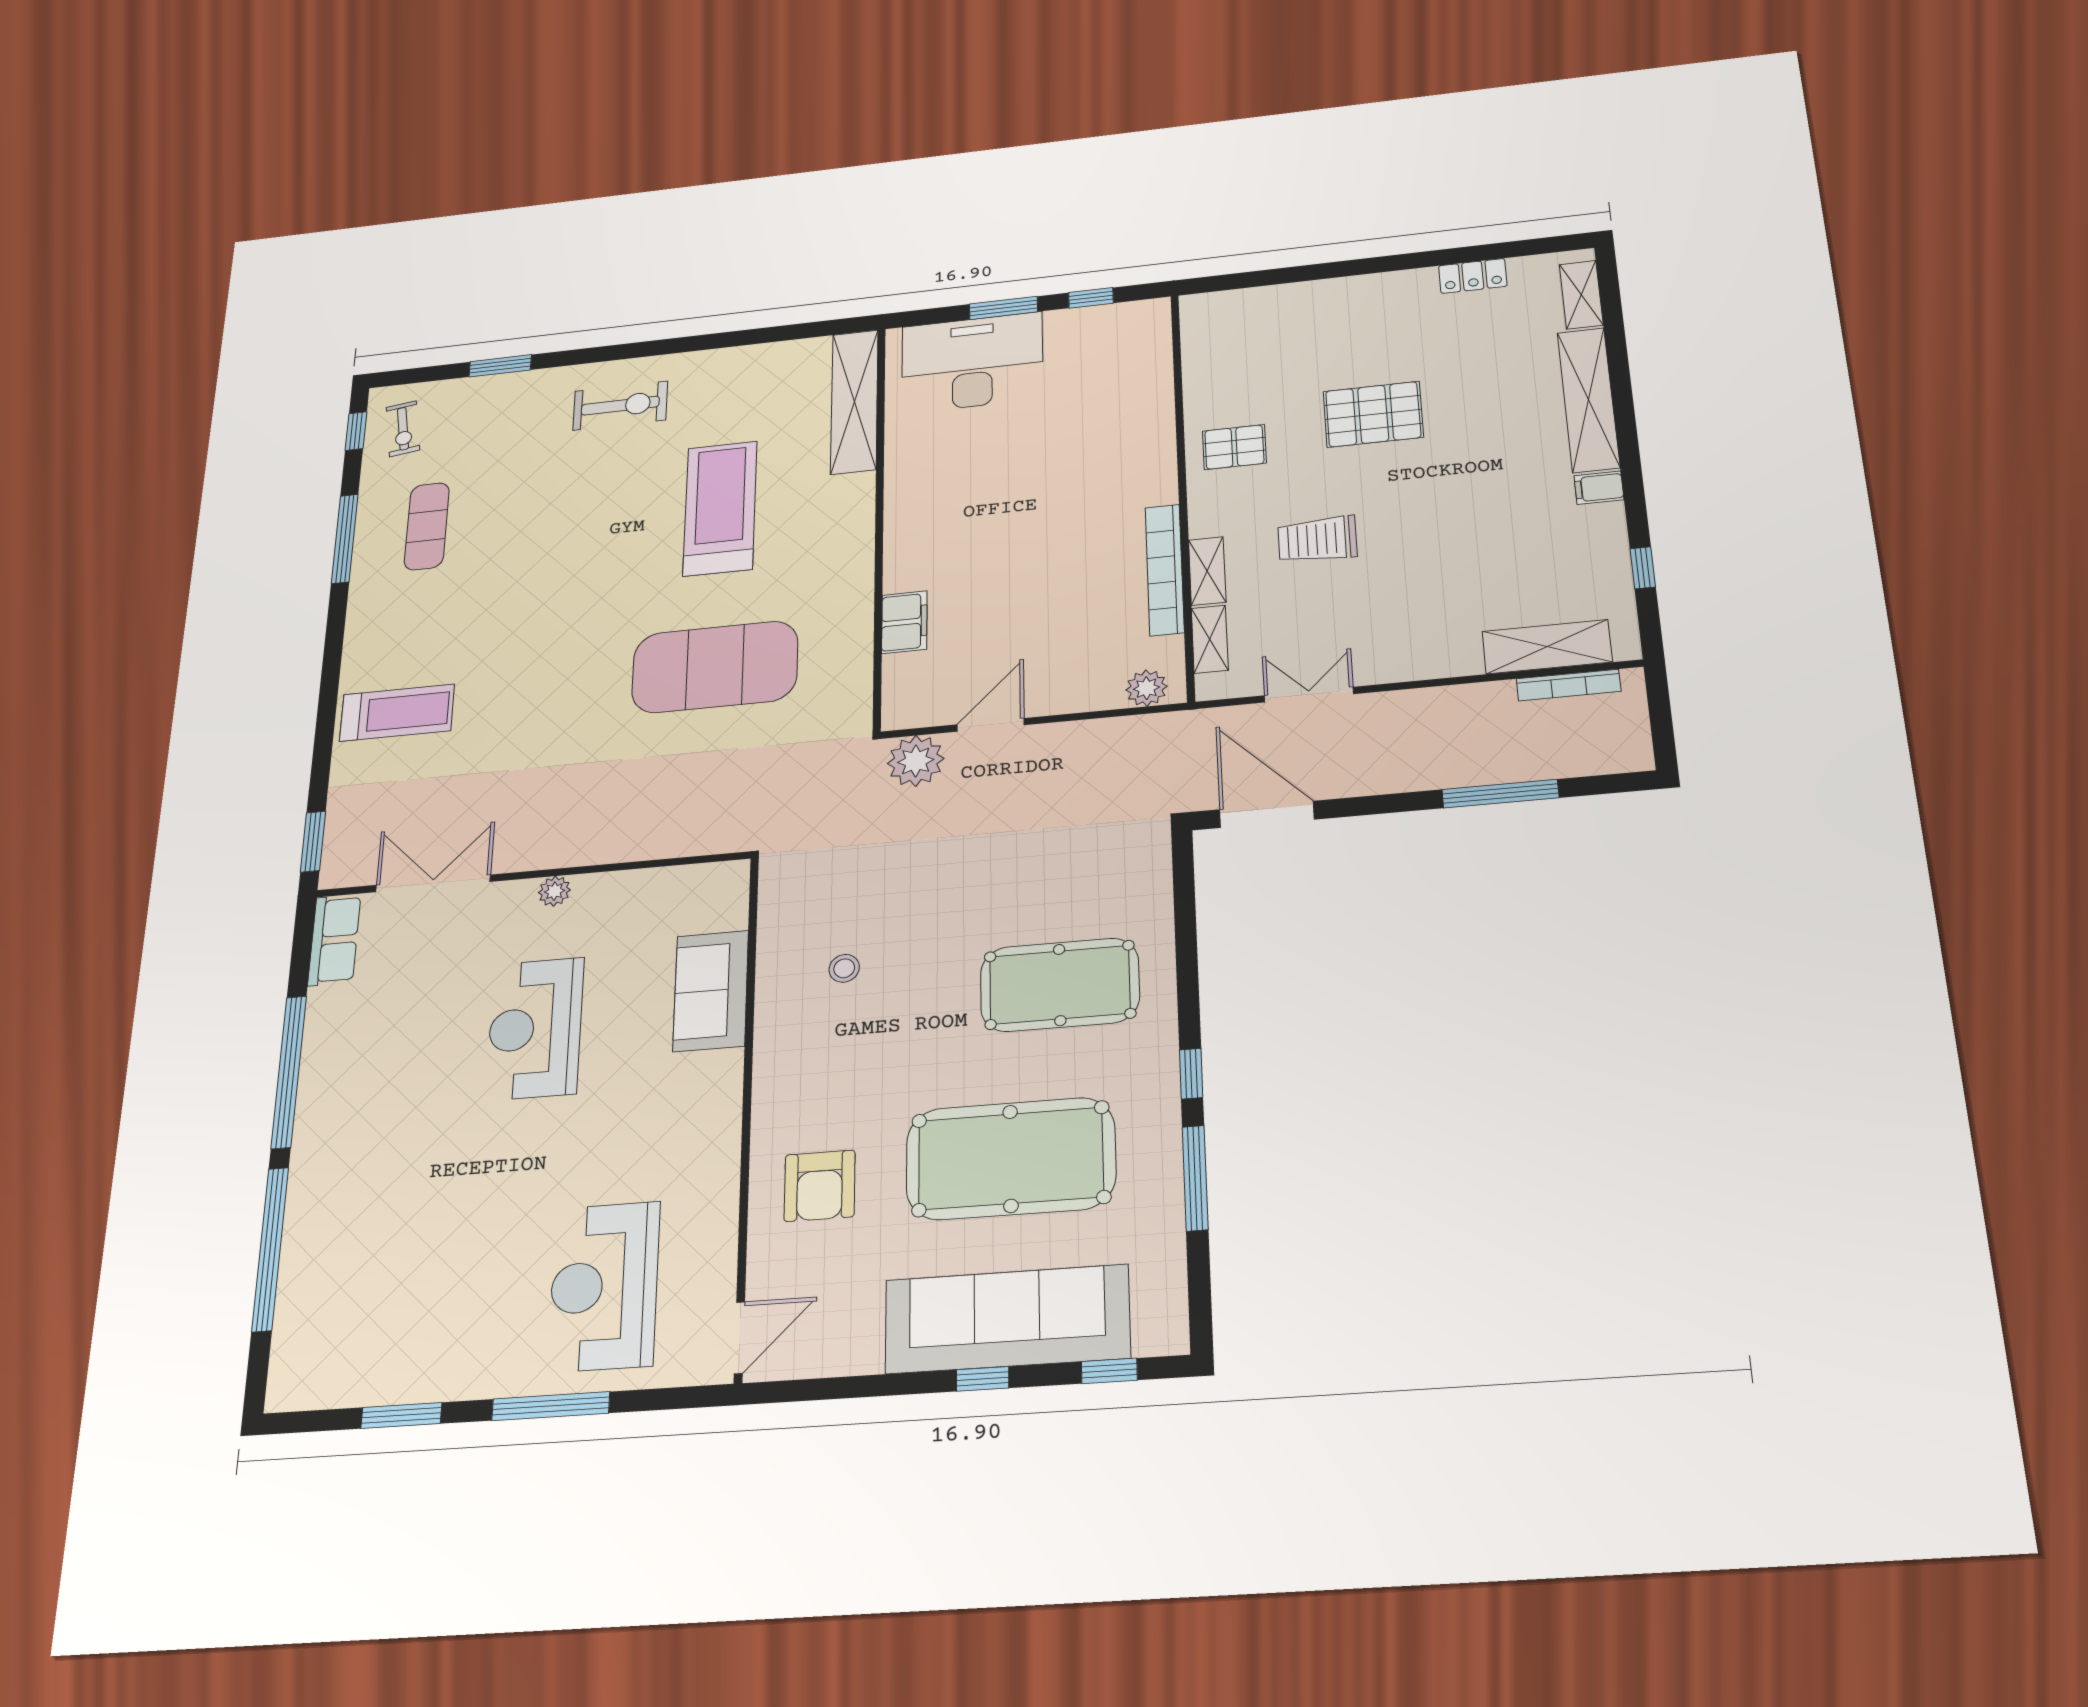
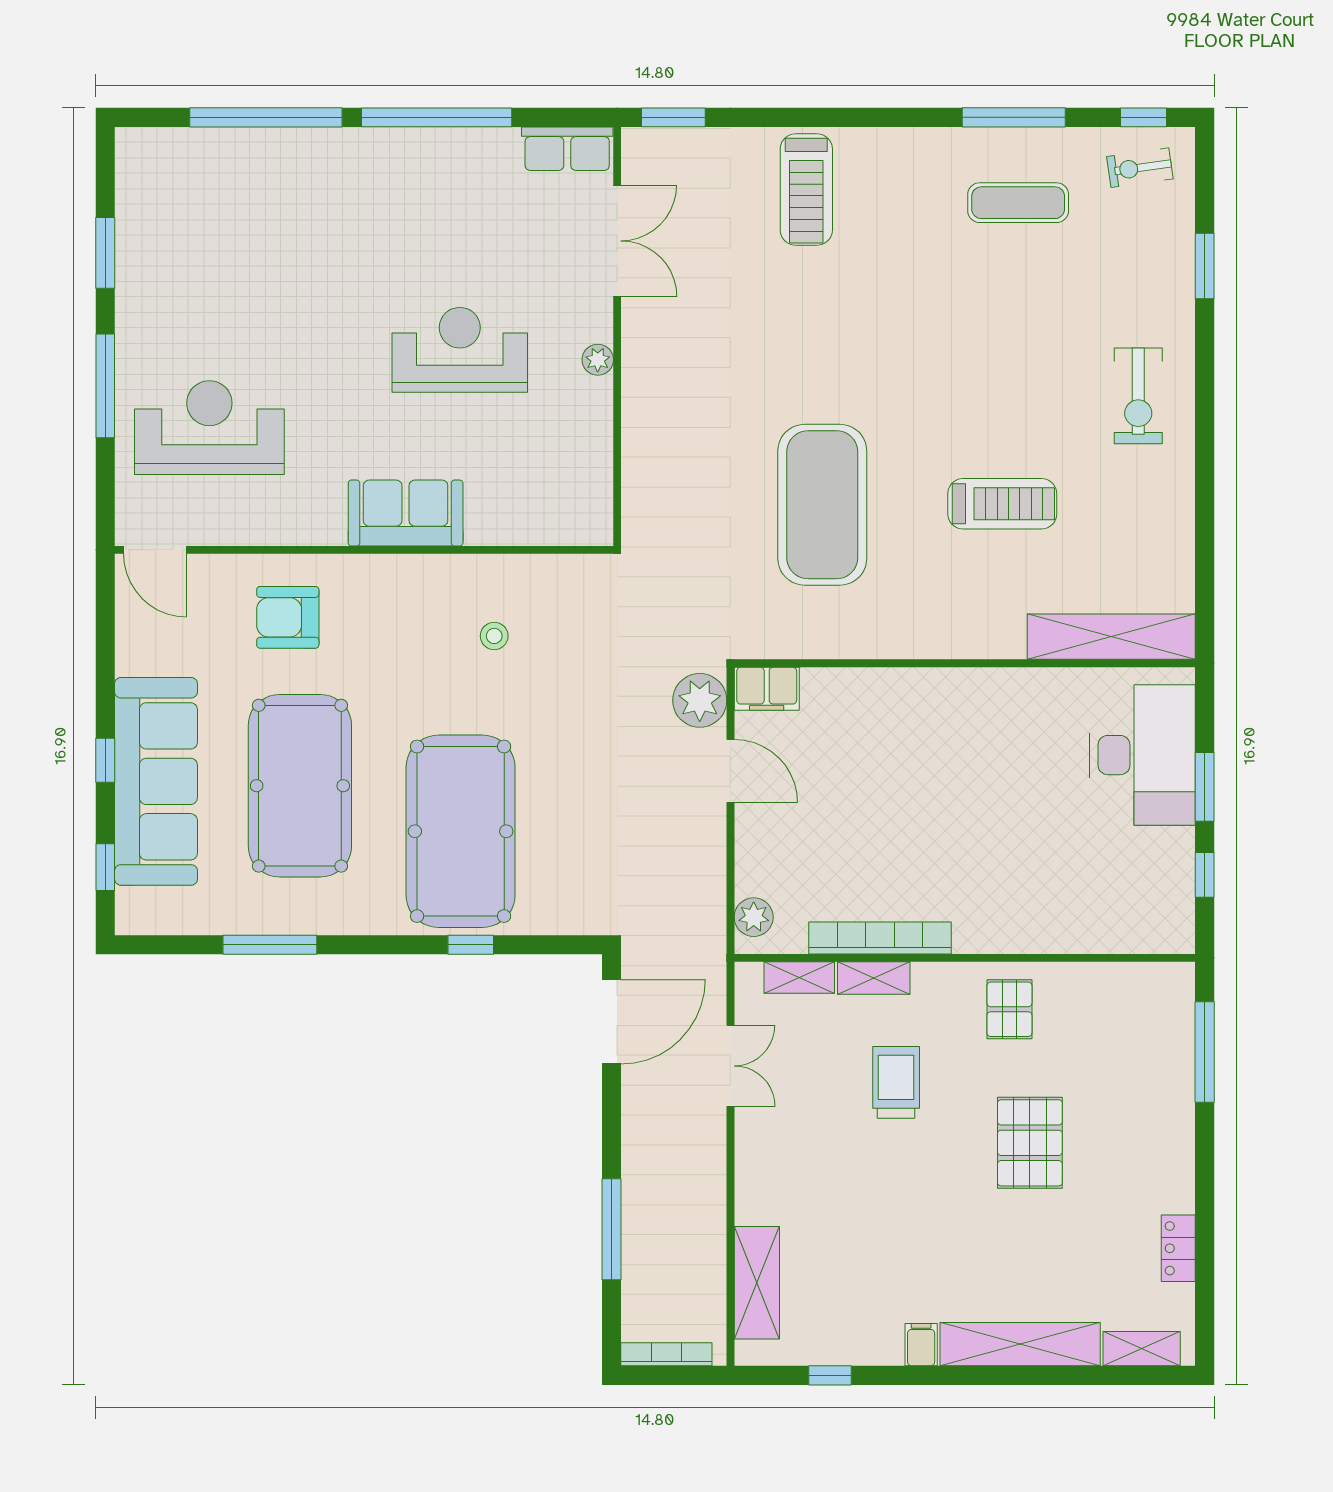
window: (1269, 277) -> (1205, 1052), added
treadmill: (720, 508) -> (1002, 504), width x0.73, depth x0.73
filing cabinet: (904, 622) -> (767, 689), moved
bookcase: (1568, 685) -> (666, 1354), moved, turned 90
pool table: (1060, 985) -> (461, 831), width x1.36, depth x1.32
sofa: (711, 991) -> (406, 513), moved
window: (1191, 1074) -> (471, 945), moved

